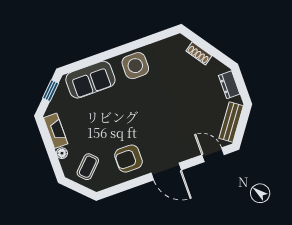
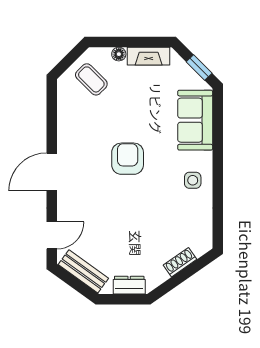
side table: (135, 66) -> (193, 180), width x0.54, depth x0.54
armchair: (128, 159) -> (128, 159), moved

